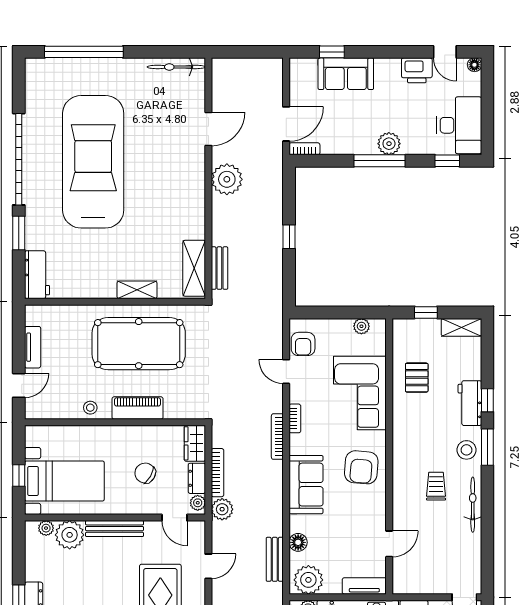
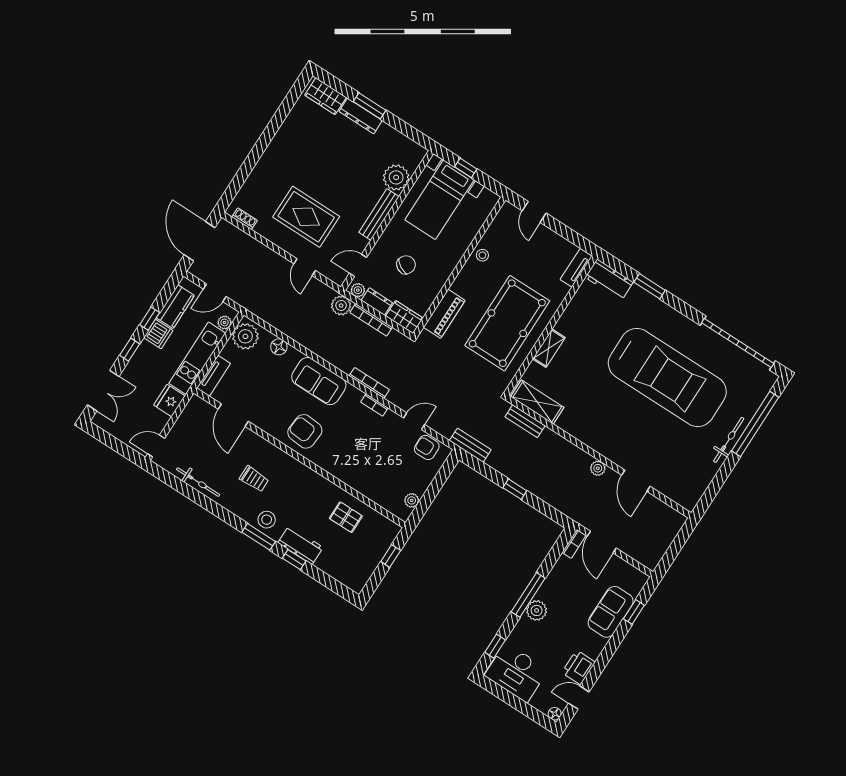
bicycle: (176, 67) -> (729, 440), moved
garage door: (19, 159) -> (738, 343), moved
plant: (227, 179) -> (598, 468), width x0.53, depth x0.53
shelving: (461, 327) -> (362, 576), removed
tv unit: (33, 347) -> (576, 268), moved, turned 90
corner sofa: (360, 393) -> (362, 467), removed
piano: (138, 408) -> (444, 314), moved
bicycle: (473, 505) -> (198, 482), moved
plant: (46, 528) -> (413, 163), removed
door: (389, 544) -> (233, 415), width x1.38
bench: (275, 559) -> (470, 445), moved

